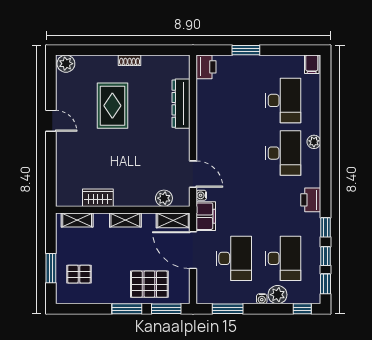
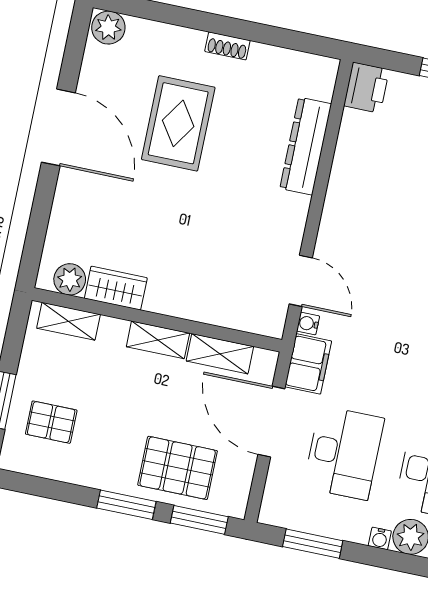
door: (51, 121) -> (58, 127), width x1.88
plant: (164, 198) -> (70, 279), moved
shelving: (173, 220) -> (220, 354), moved

